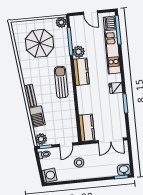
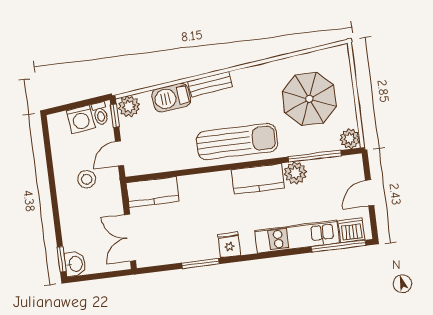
sun lounger: (61, 82) -> (237, 142), width x1.36, depth x1.34
door: (66, 145) -> (120, 154), hinge flipped
washing machine: (49, 175) -> (81, 119), moved

